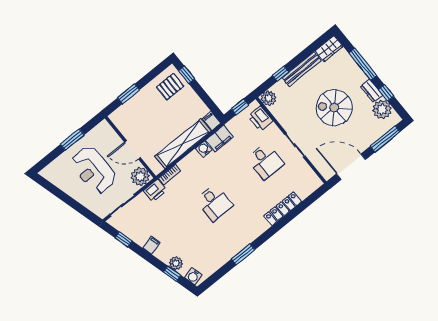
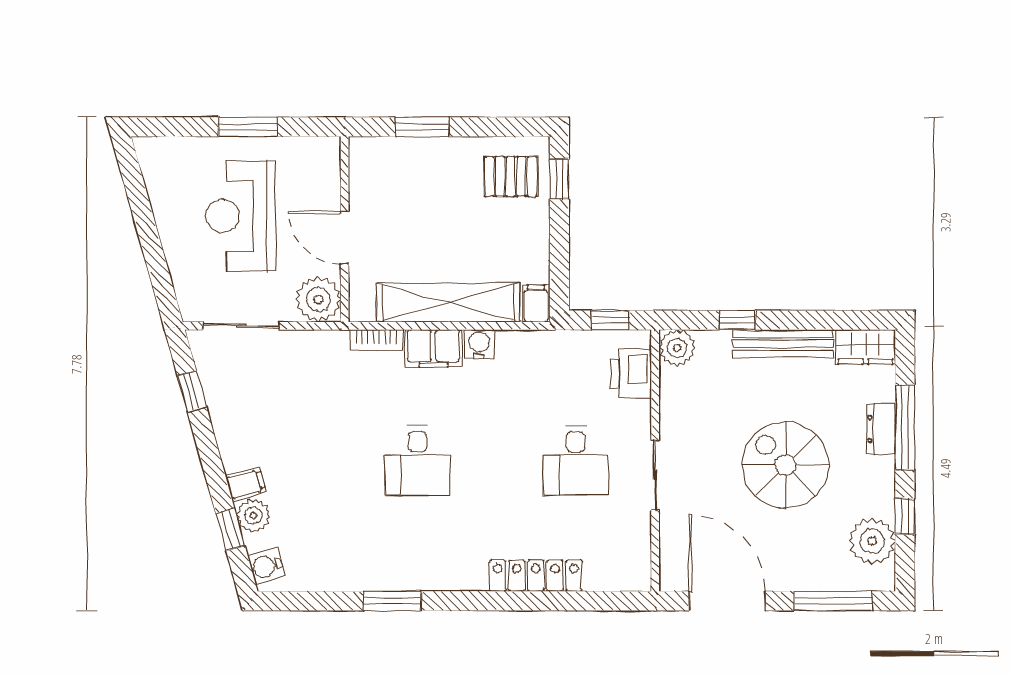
dresser: (371, 91) -> (881, 429), moved
filing cabinet: (220, 138) -> (433, 349), moved
printer: (155, 191) -> (325, 348), removed
filing cabinet: (152, 245) -> (246, 484), moved

